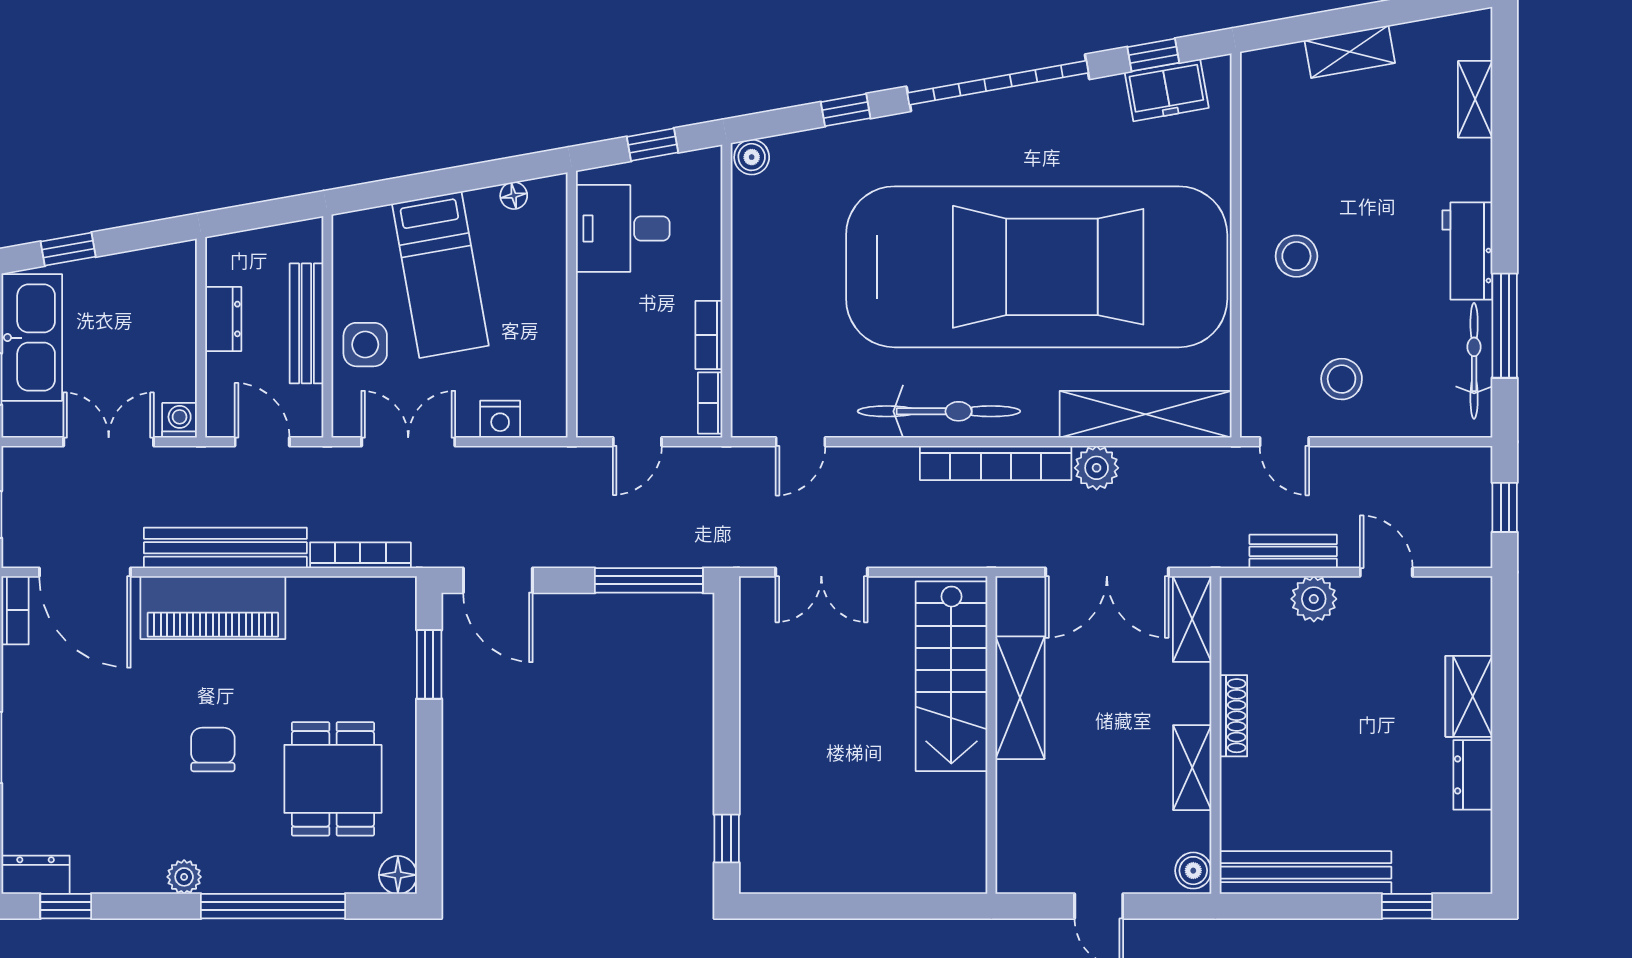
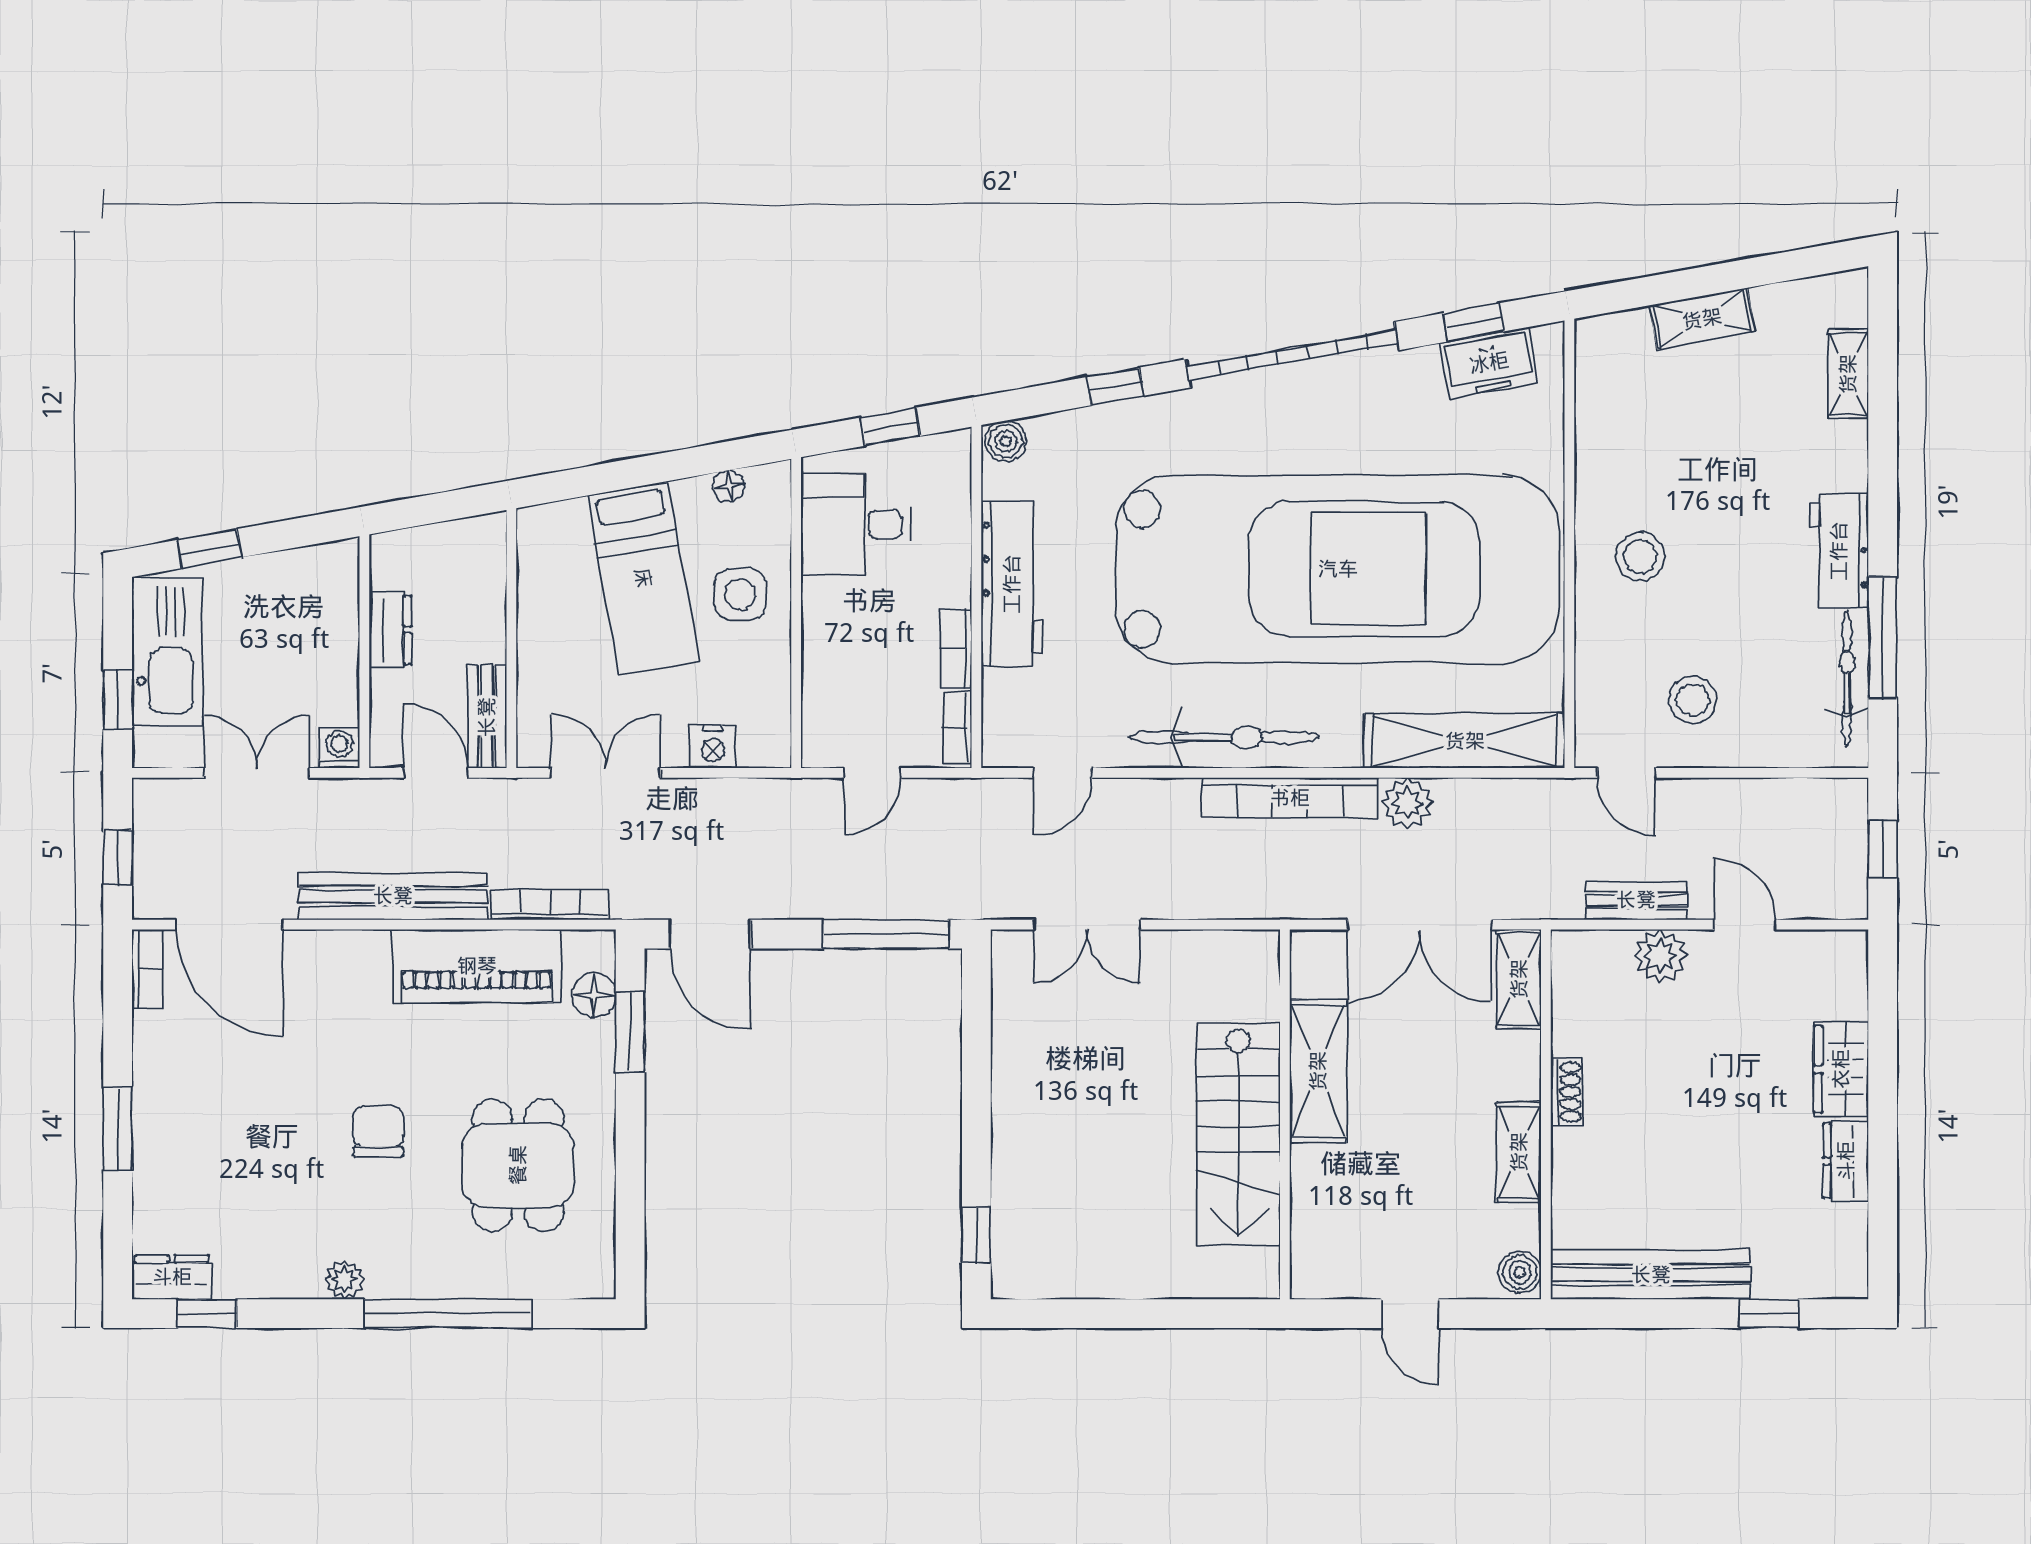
workbench: (757, 280) -> (1012, 584), added
bench: (306, 323) -> (487, 717), moved, width x0.73
side table: (365, 345) -> (740, 594), moved
piano: (213, 608) -> (477, 966), moved
stairs: (951, 676) -> (1238, 1134), moved
shoe rack: (1233, 716) -> (1567, 1092), width x0.70
floor lamp: (398, 875) -> (594, 995), moved

